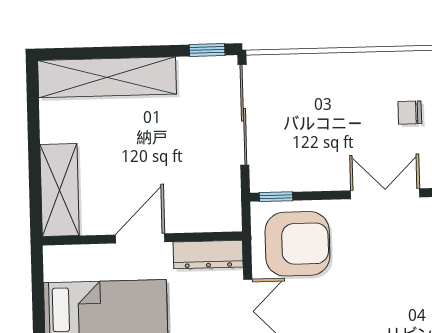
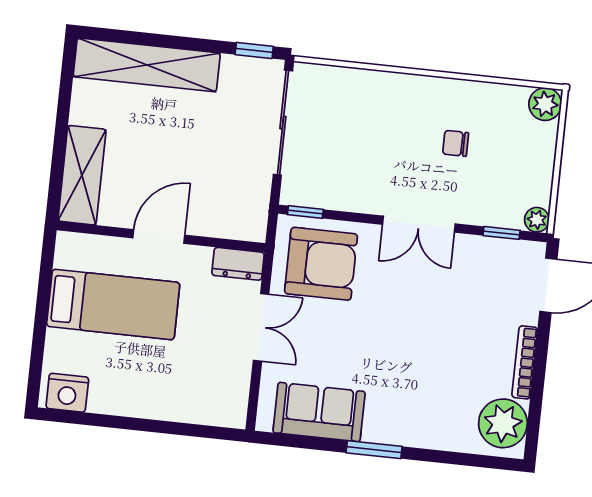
double door: (385, 194) -> (419, 224), swing flipped
dresser: (208, 255) -> (238, 264), width x0.70

